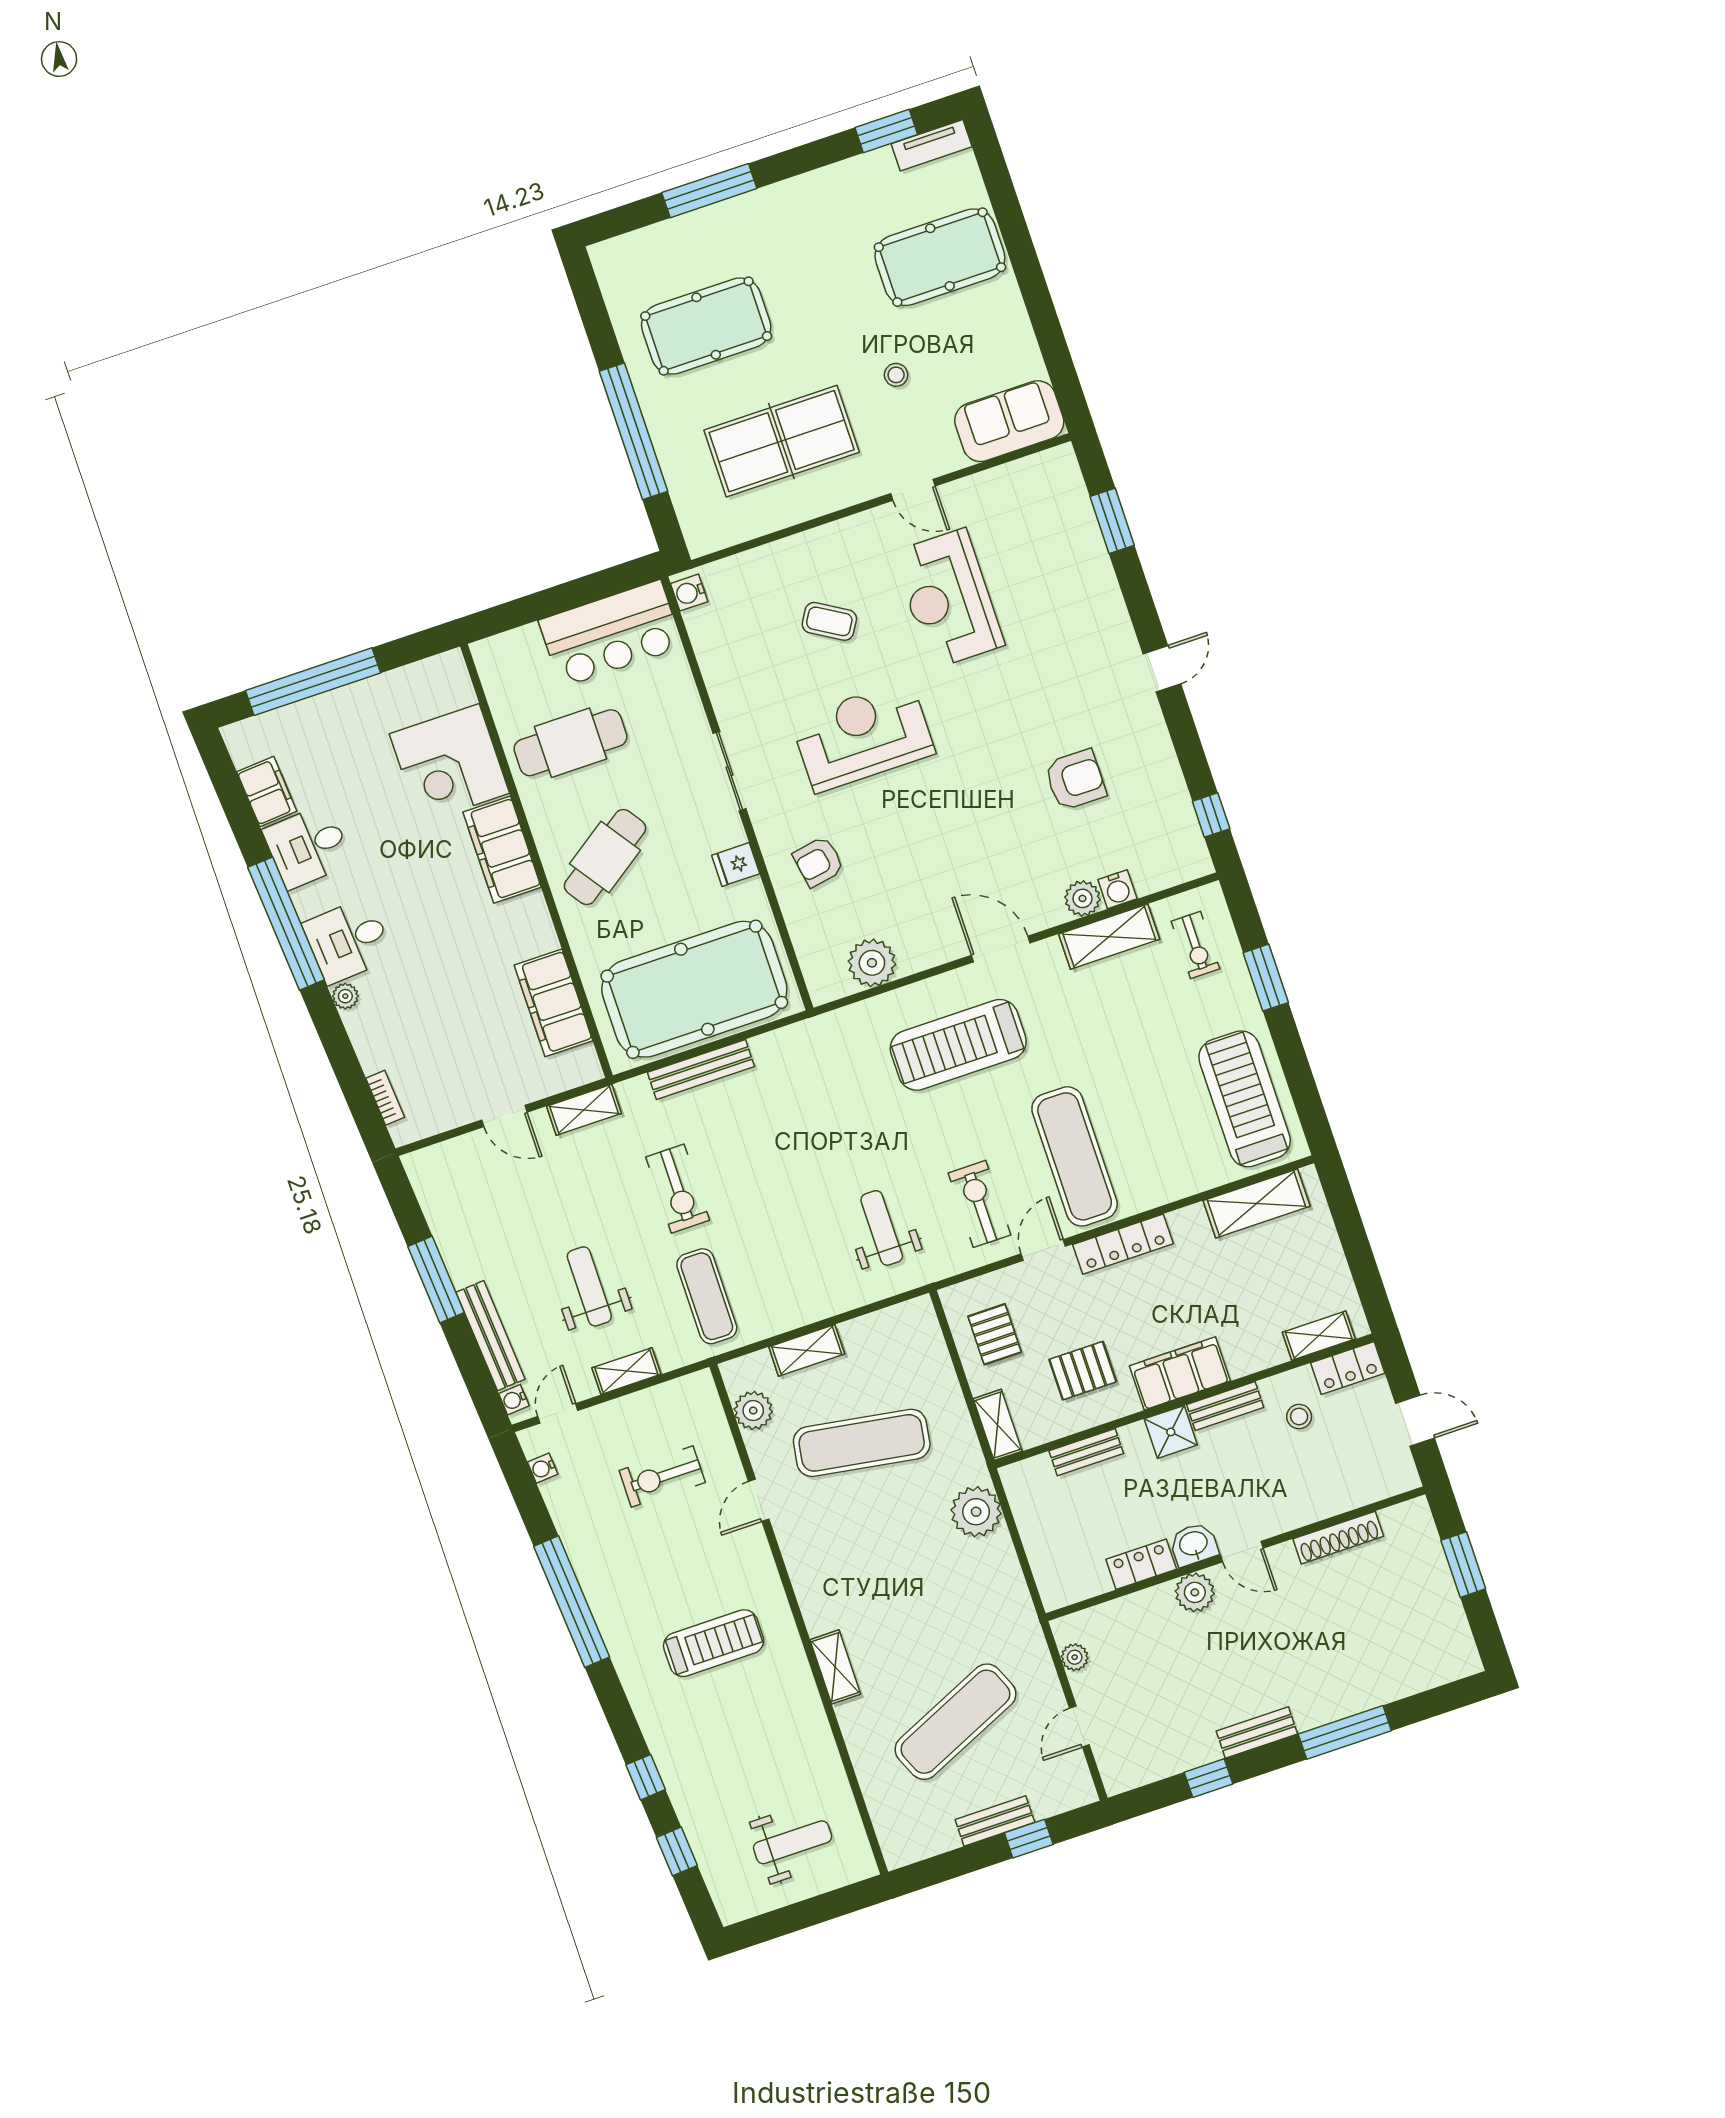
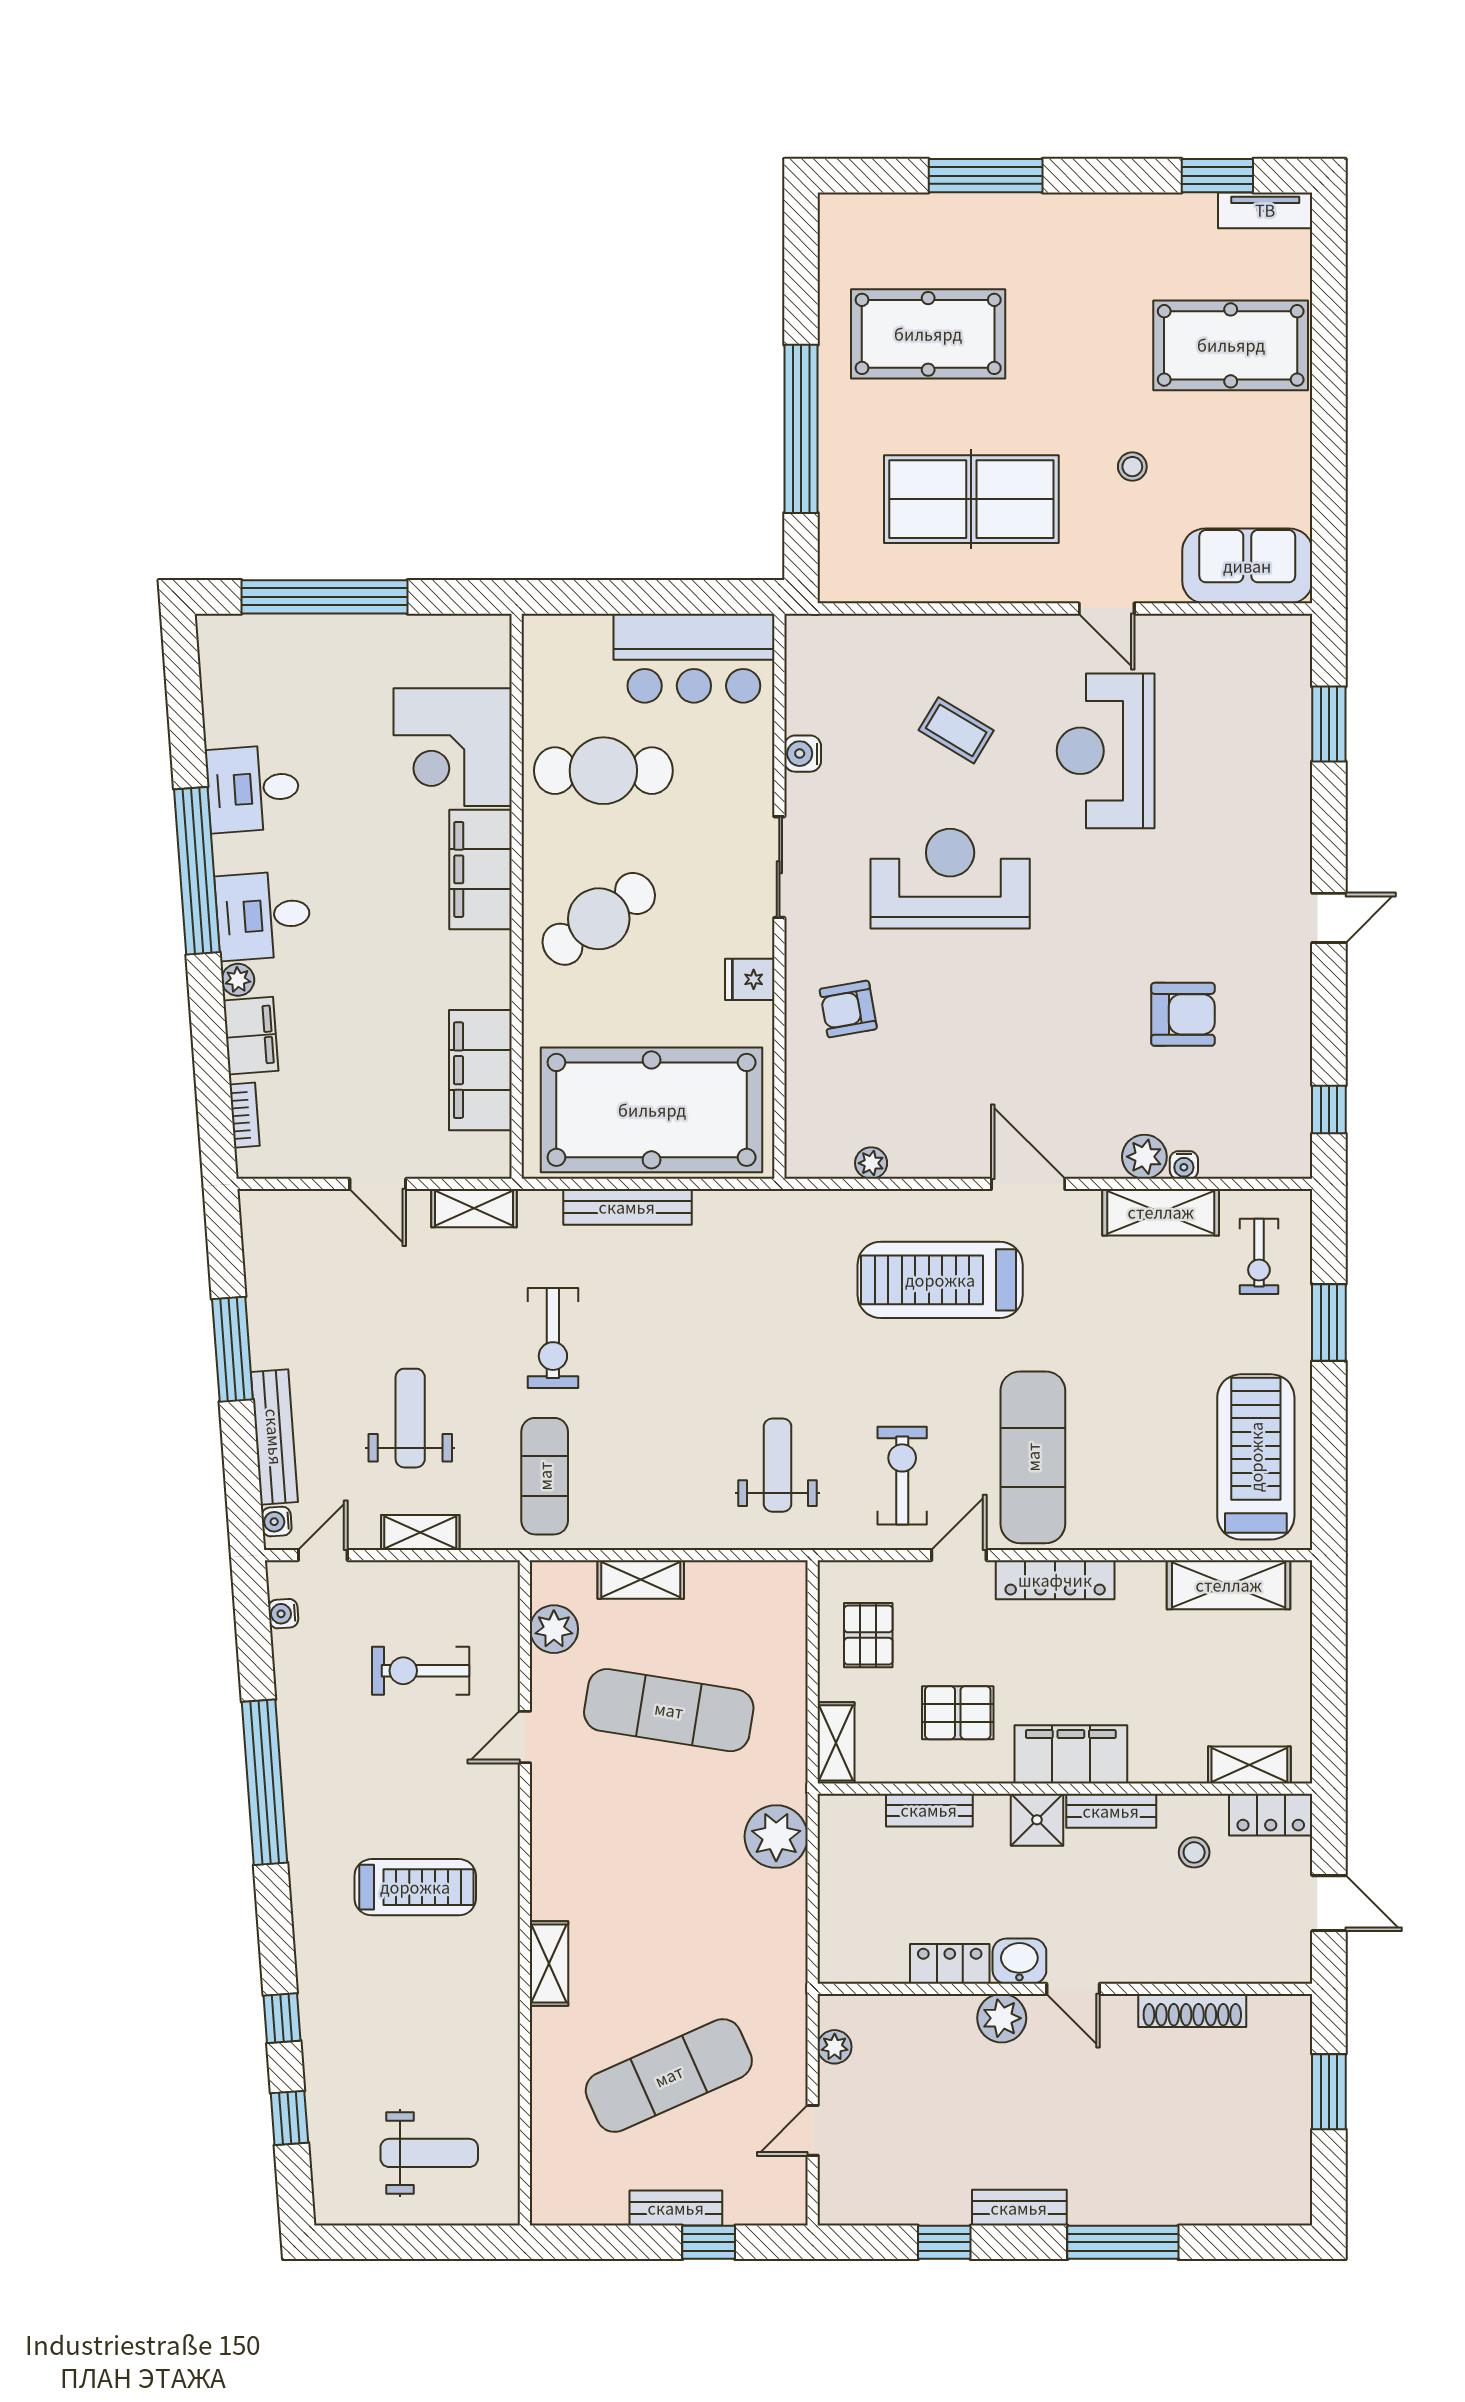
water cooler: (689, 593) -> (803, 754), moved
filing cabinet: (267, 792) -> (251, 1036), moved
water cooler: (1117, 889) -> (1184, 1165), width x0.72, depth x0.72
plant: (872, 963) -> (871, 1163), width x0.53, depth x0.53

